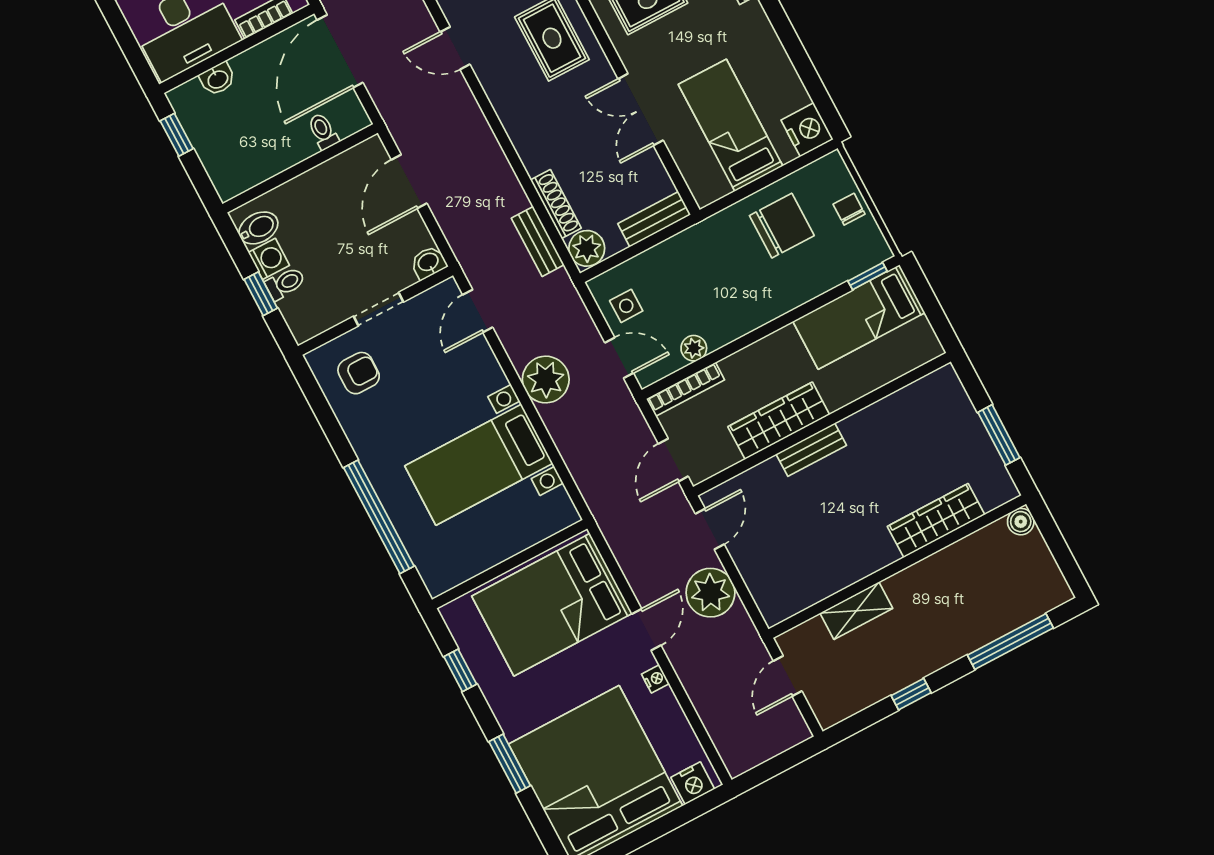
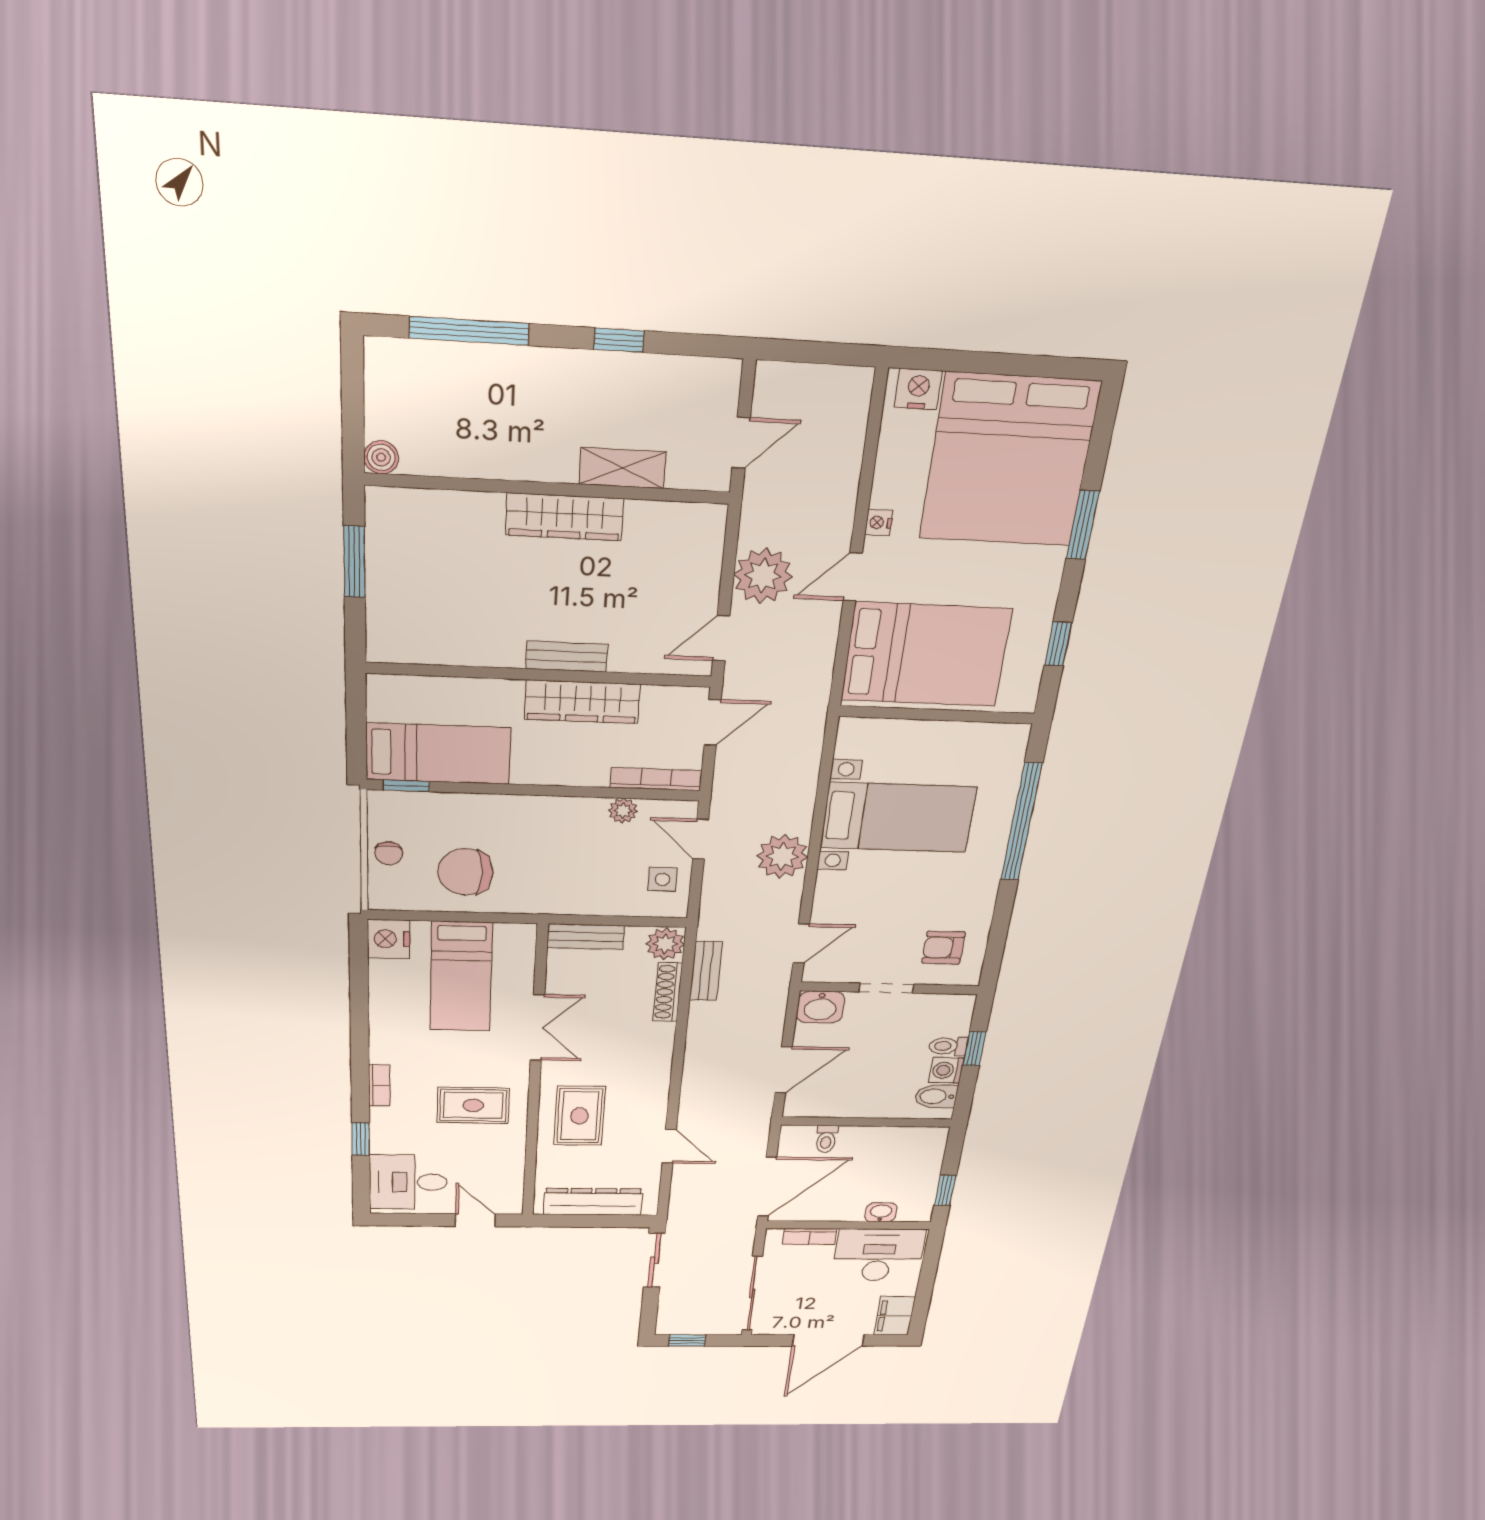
washbasin: (429, 263) -> (820, 1007), width x1.38, depth x1.45
wardrobe: (936, 521) -> (565, 517), moved

